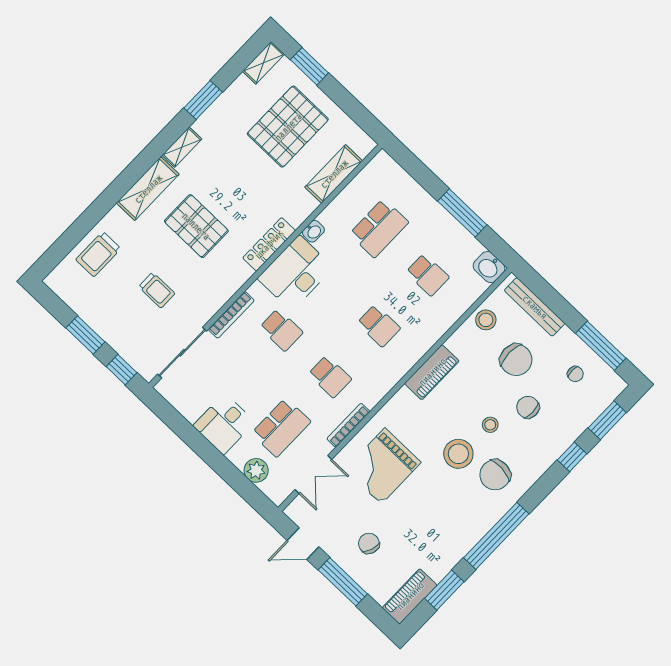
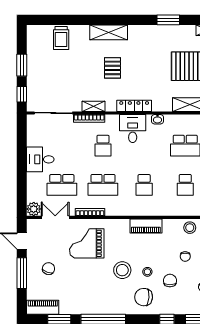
shelving: (182, 147) -> (93, 106), moved
pallet: (196, 226) -> (112, 68), width x0.67, depth x0.71
trolley: (98, 254) -> (61, 38), turned -90
desk: (295, 273) -> (133, 129), width x0.73
trolley: (157, 290) -> (69, 77), removed
chair: (516, 360) -> (185, 256), width x0.54, depth x0.54
school desk: (330, 377) -> (103, 185), width x1.85
plant: (256, 470) -> (34, 209), moved
double door: (313, 475) -> (55, 217), swing flipped
chair: (495, 475) -> (144, 297), moved

